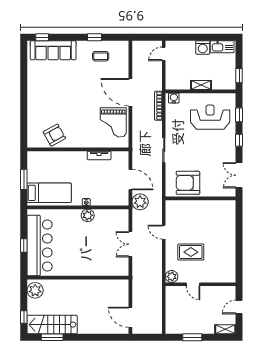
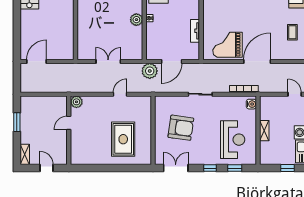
window: (239, 76) -> (288, 168), moved
armchair: (188, 183) -> (181, 128), moved, turned 98
rug: (191, 252) -> (123, 139), moved, width x1.36, depth x1.43

